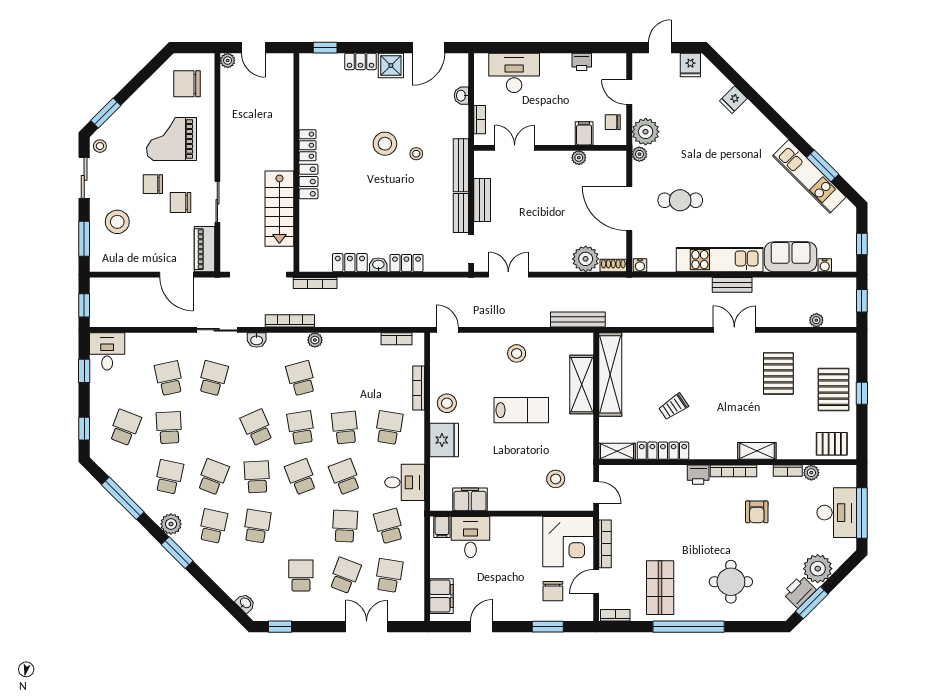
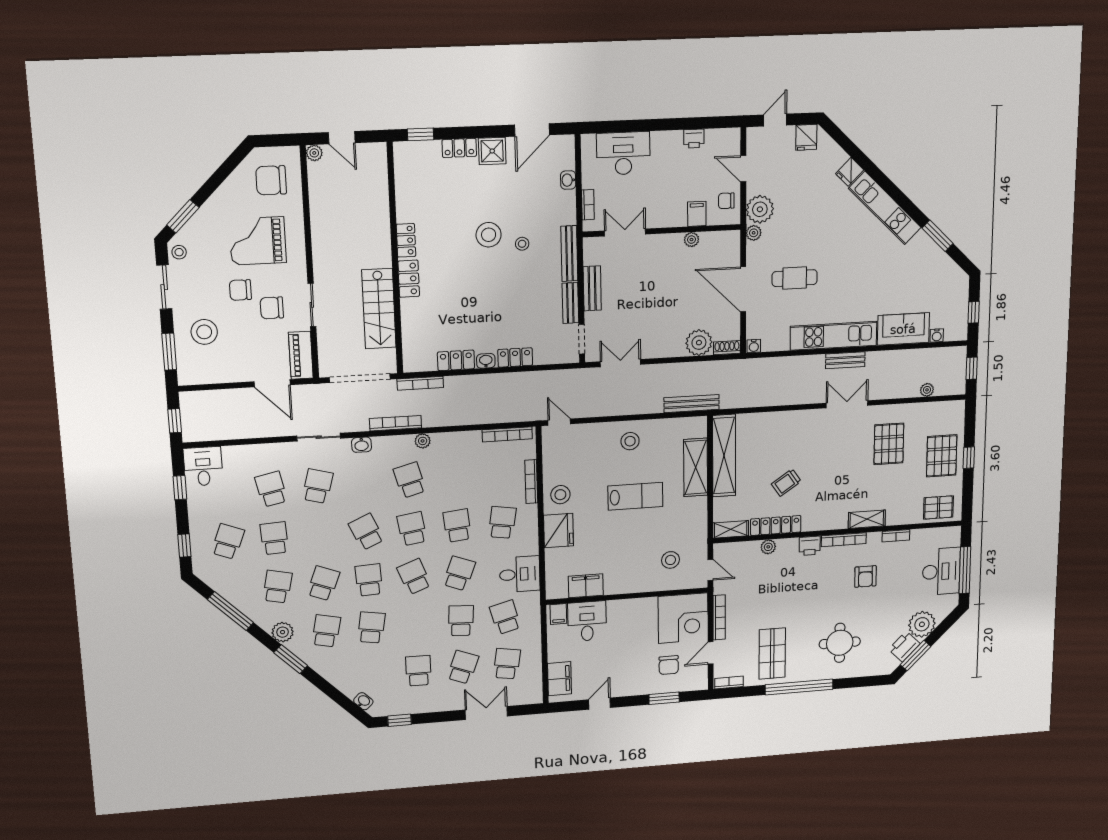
kitchen unit: (809, 176) -> (885, 208), moved
bookcase: (397, 339) -> (507, 434), width x1.56
plant: (811, 473) -> (768, 547), moved
school desk: (345, 477) -> (459, 573), turned 42

